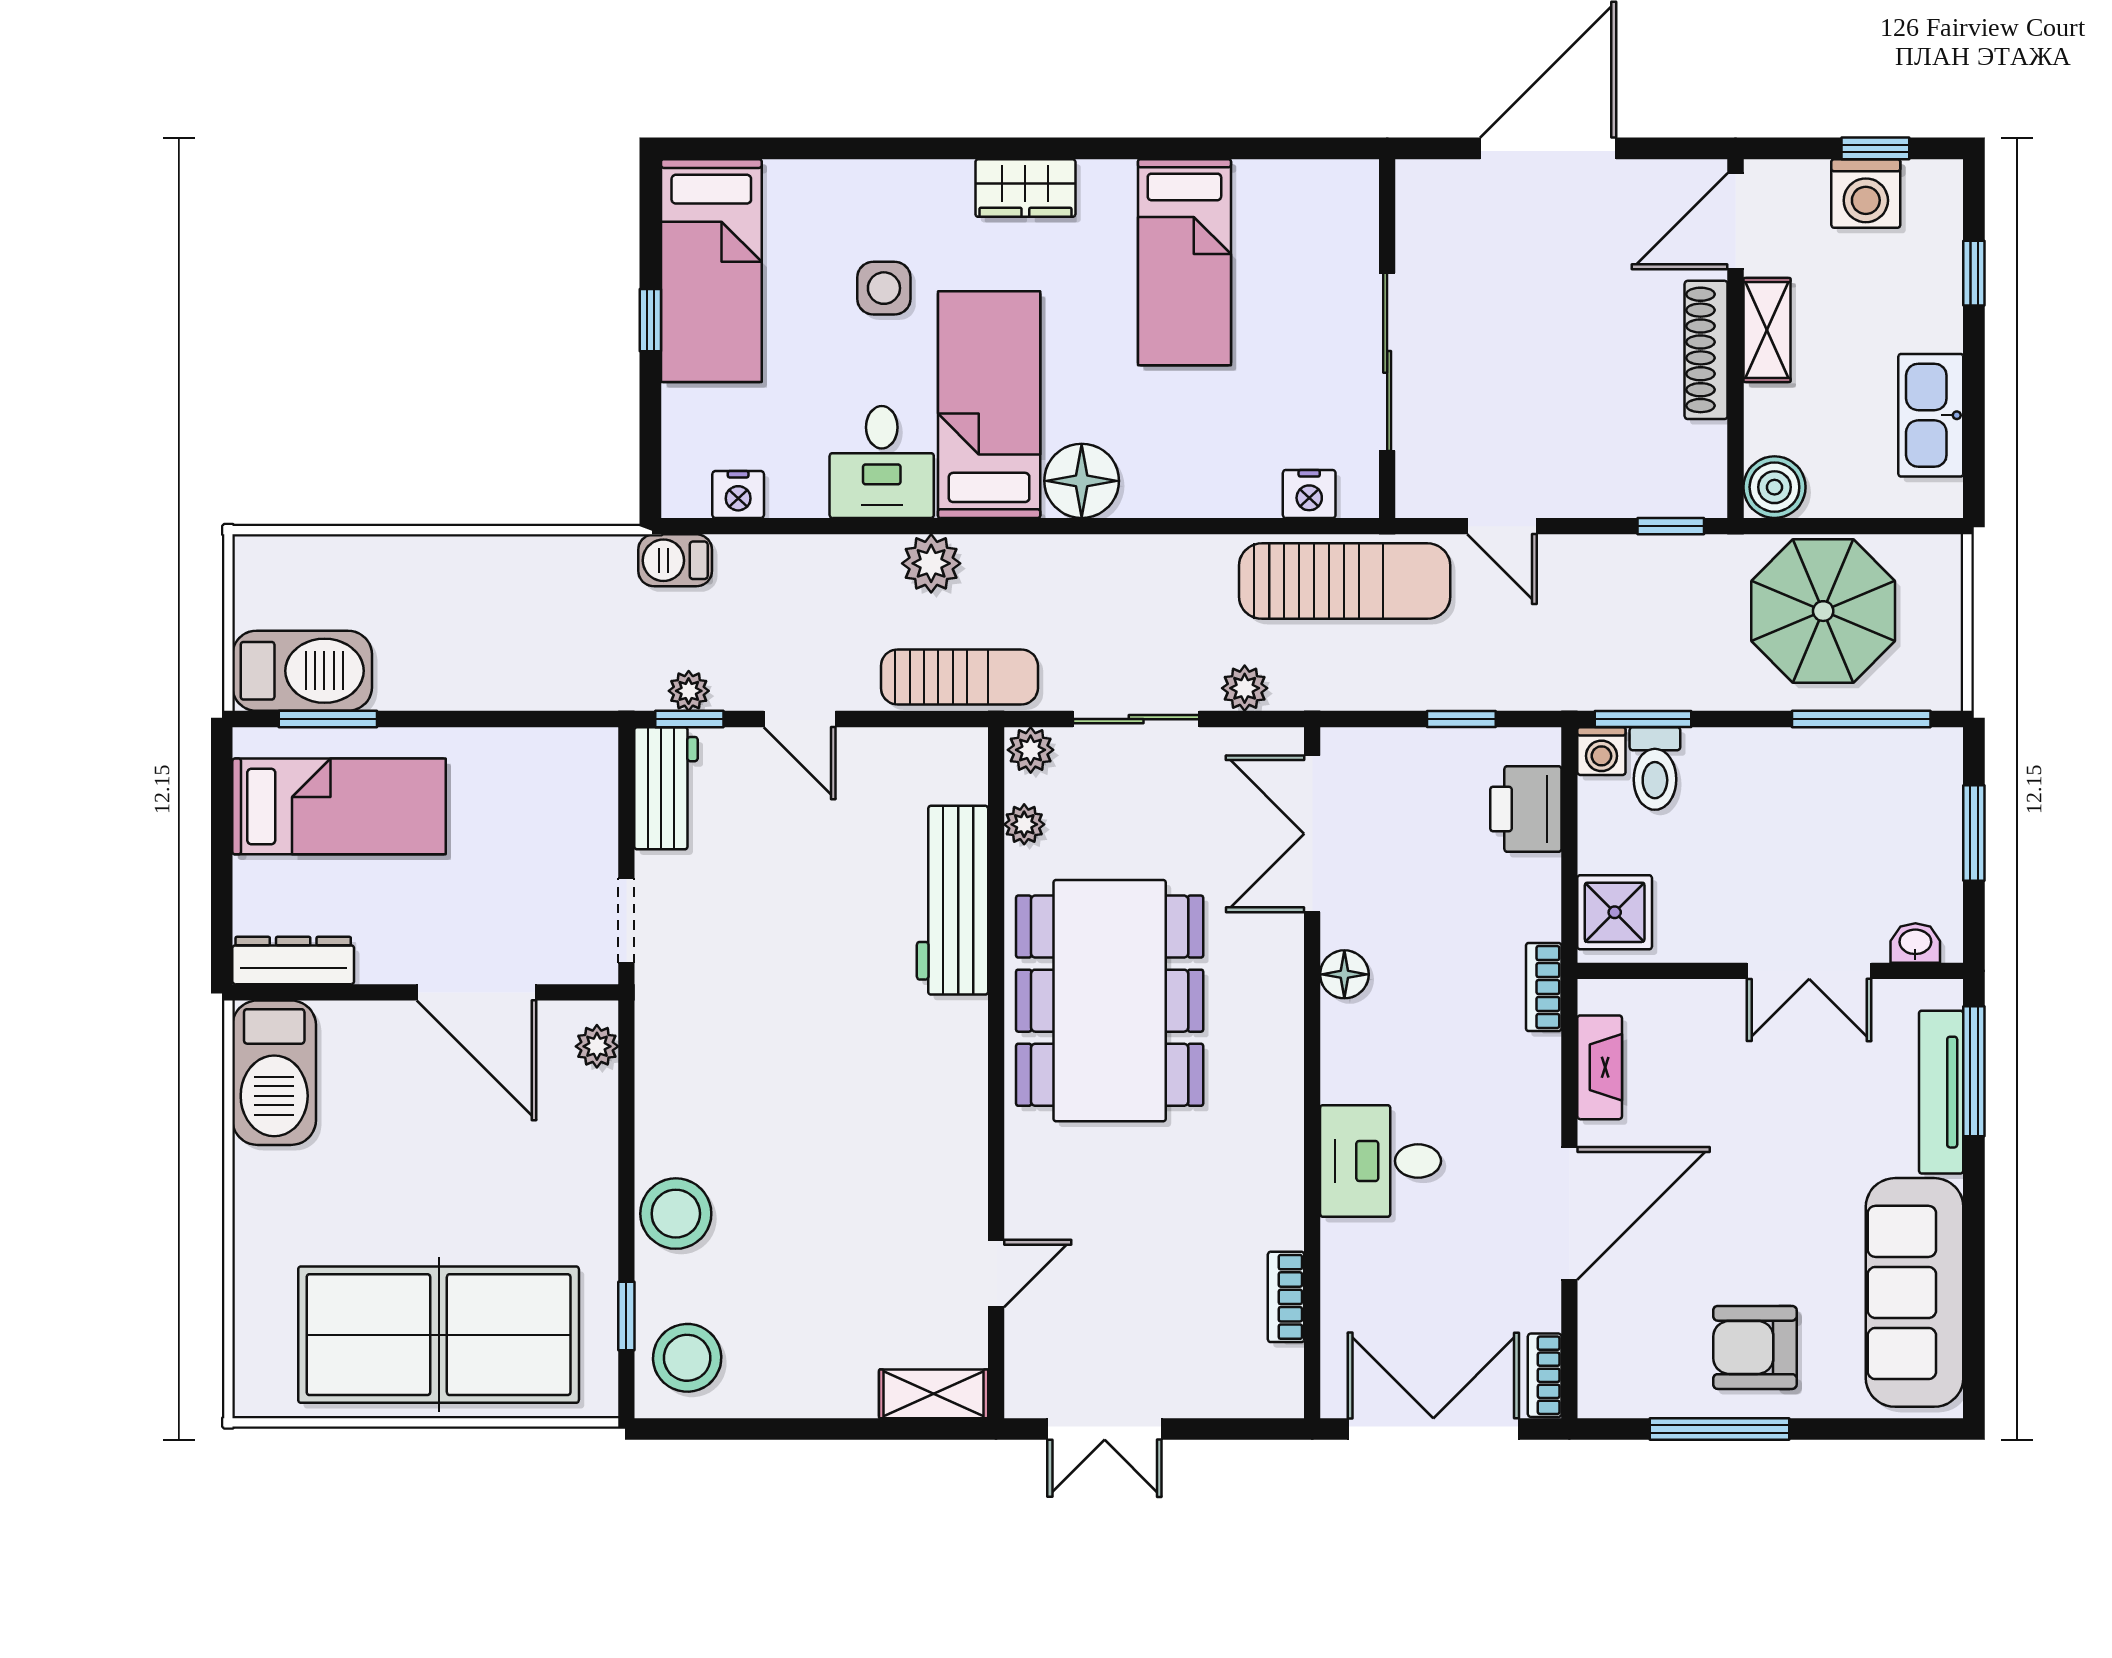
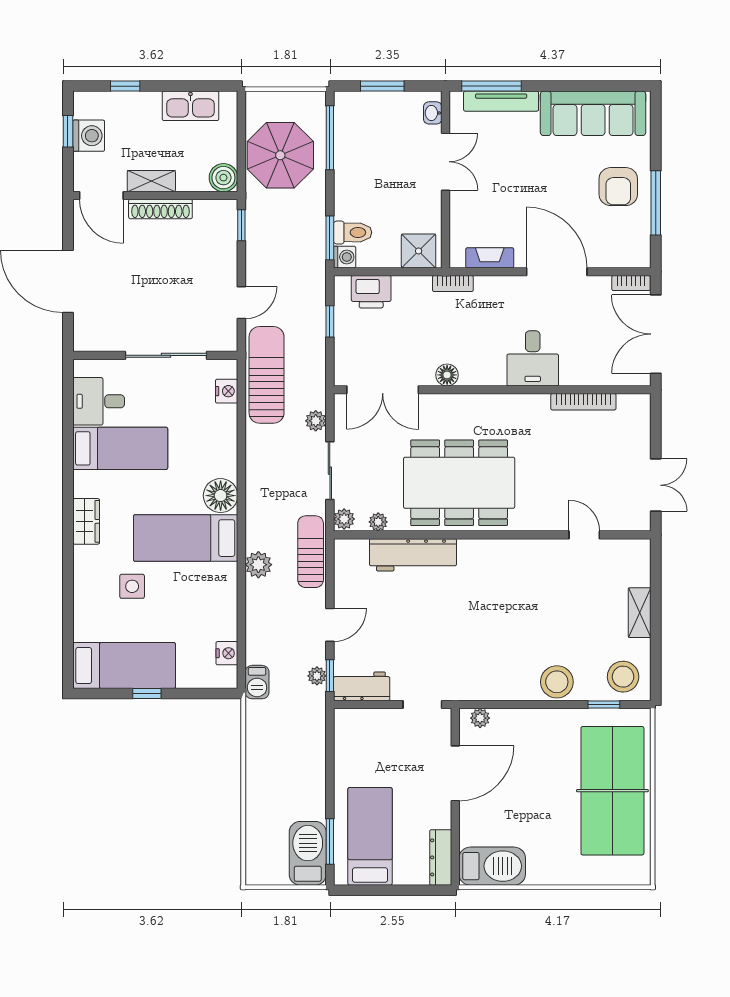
desk: (882, 462) -> (99, 401), moved, turned 180
bookcase: (1286, 1297) -> (583, 402), width x1.56
shelving: (934, 1394) -> (640, 613), moved

